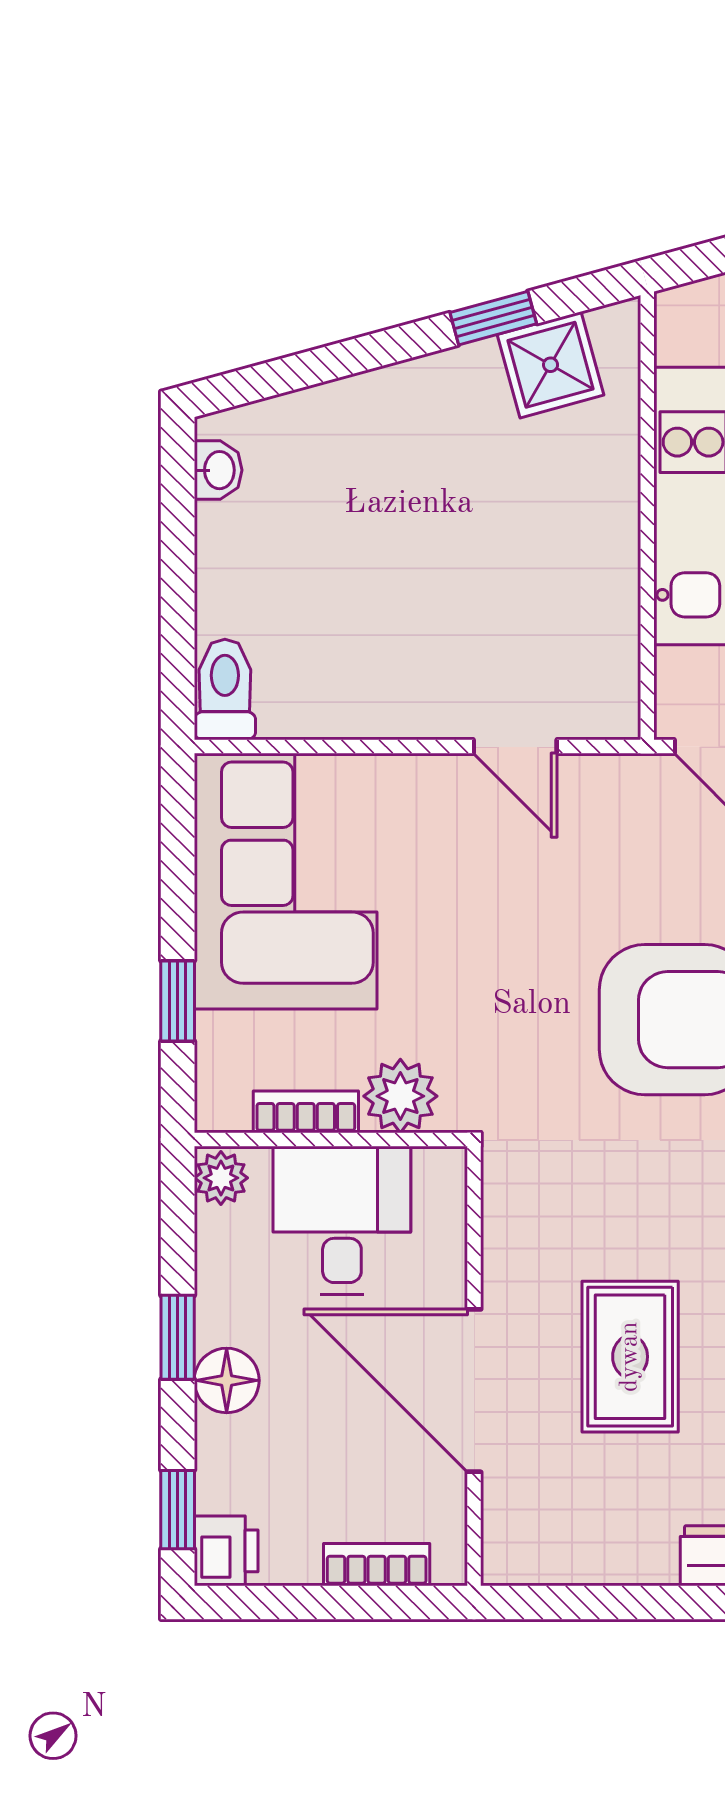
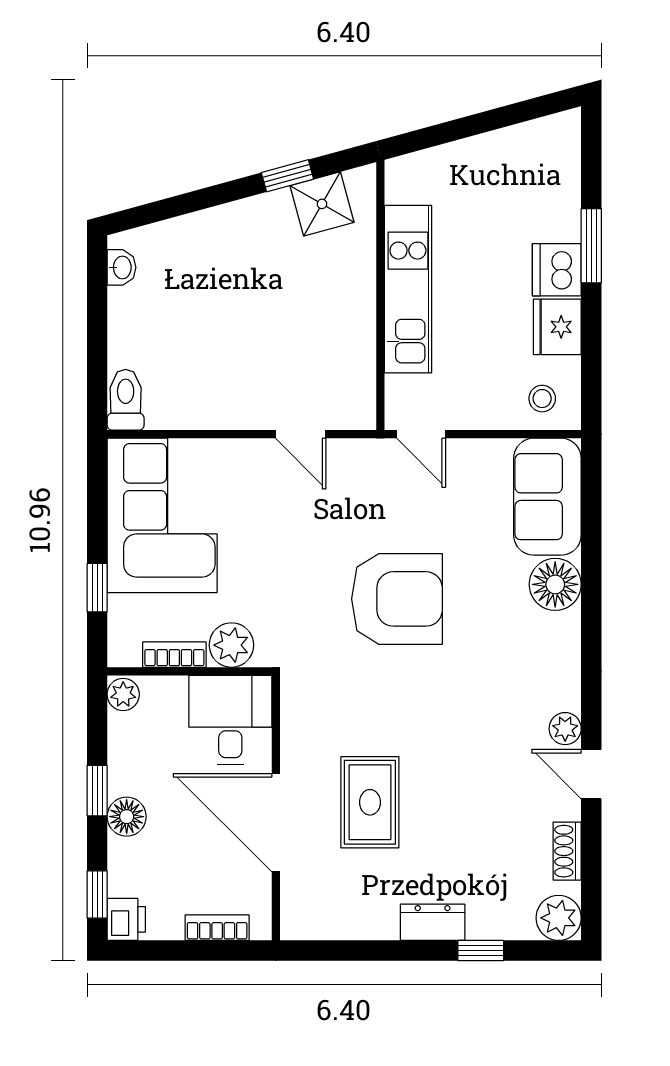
desk: (342, 1220) -> (230, 720), moved

